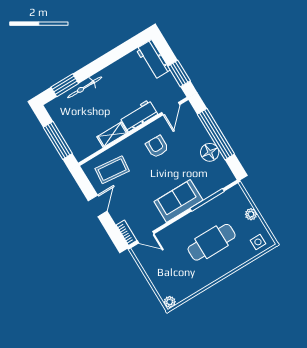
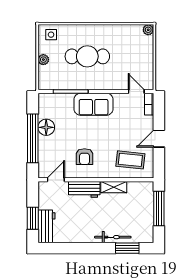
window: (179, 74) -> (33, 218), moved

